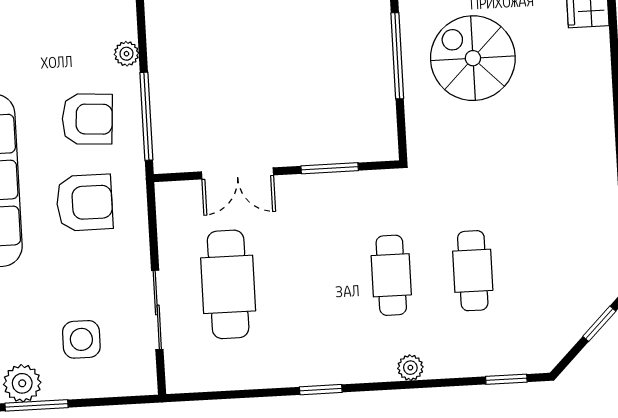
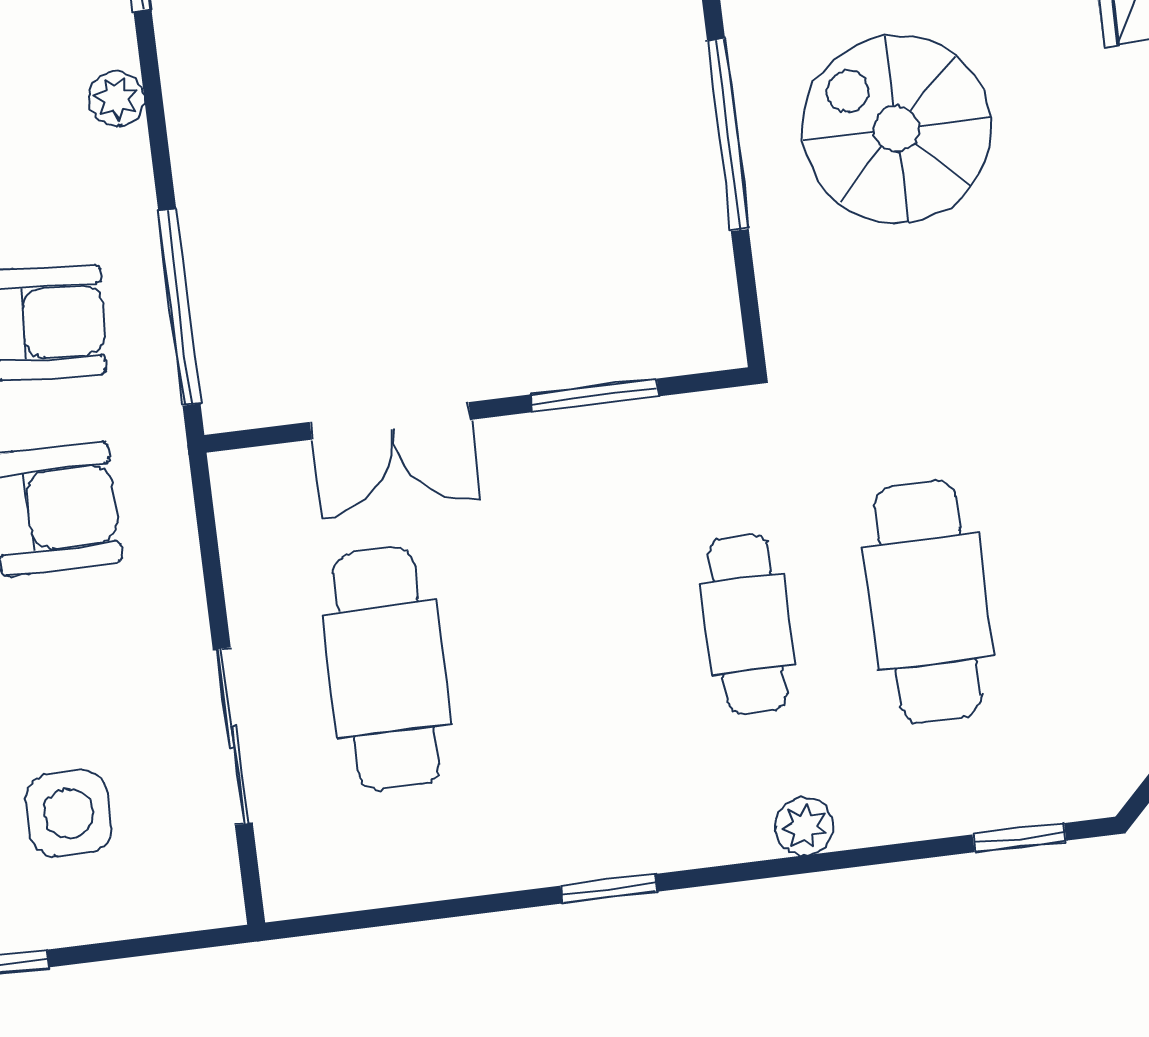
plant: (126, 54) -> (116, 98), moved
cafe table: (473, 271) -> (928, 601), width x1.37, depth x1.35

